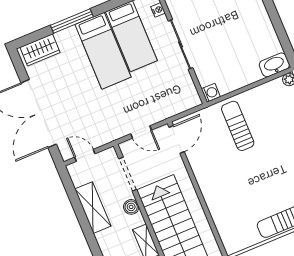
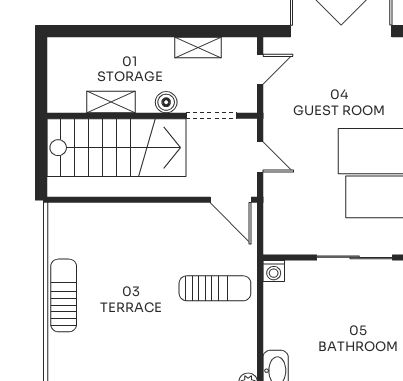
door: (141, 132) -> (260, 157), swing flipped
shelving: (93, 208) -> (198, 48), width x0.67, depth x0.75

